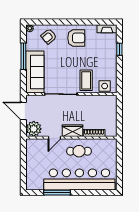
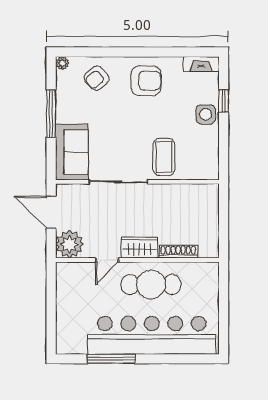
sofa: (35, 72) -> (72, 152), width x0.73
side table: (105, 86) -> (206, 114), moved
cafe table: (79, 151) -> (151, 285), width x1.37, depth x1.35

